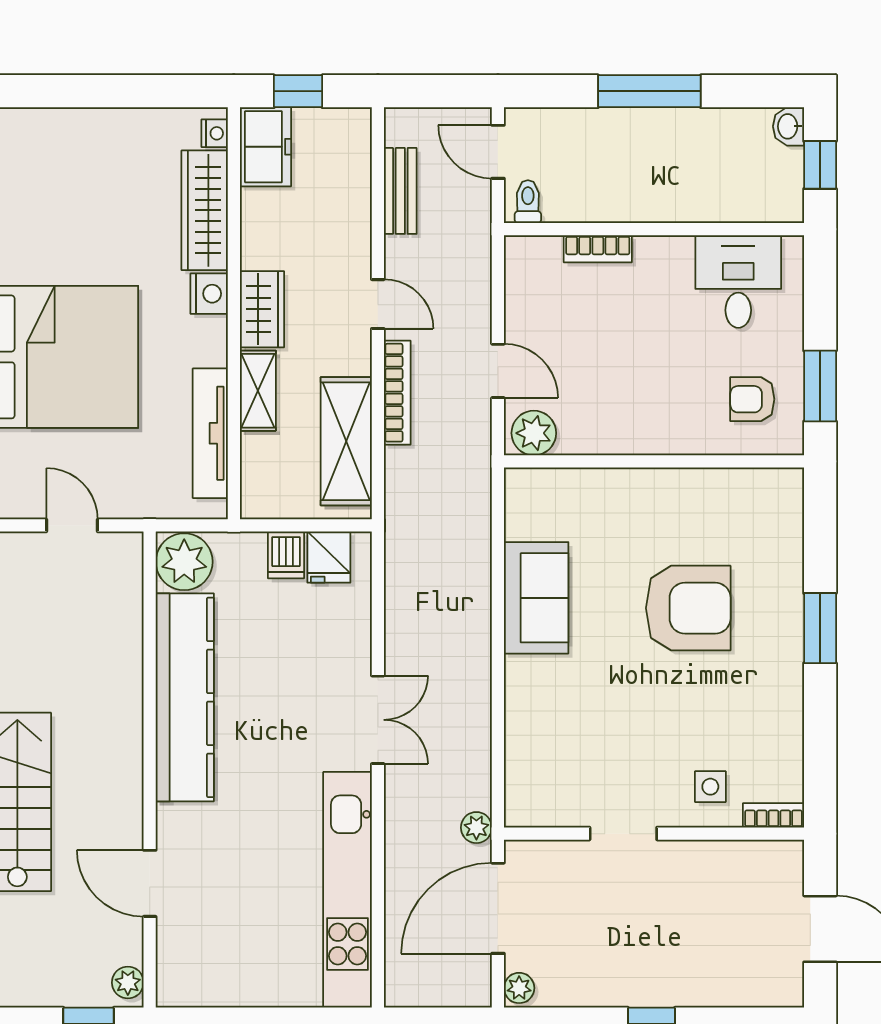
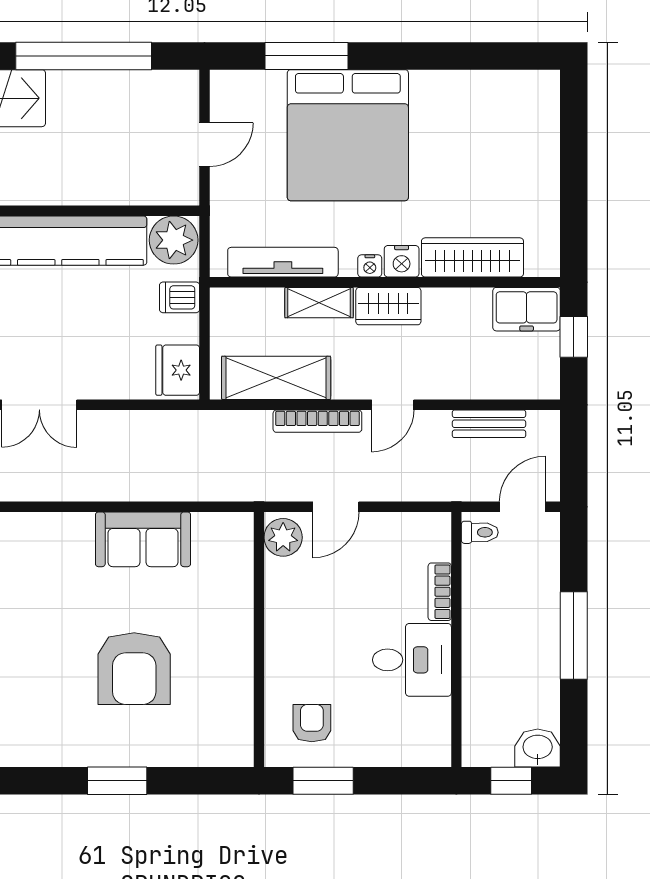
washbasin: (789, 126) -> (538, 748), width x1.38, depth x1.45
nightstand: (215, 133) -> (370, 266), moved
desk: (738, 282) -> (412, 660), moved
dishwasher: (286, 555) -> (180, 297), moved
fridge: (329, 557) -> (178, 370), width x1.38

